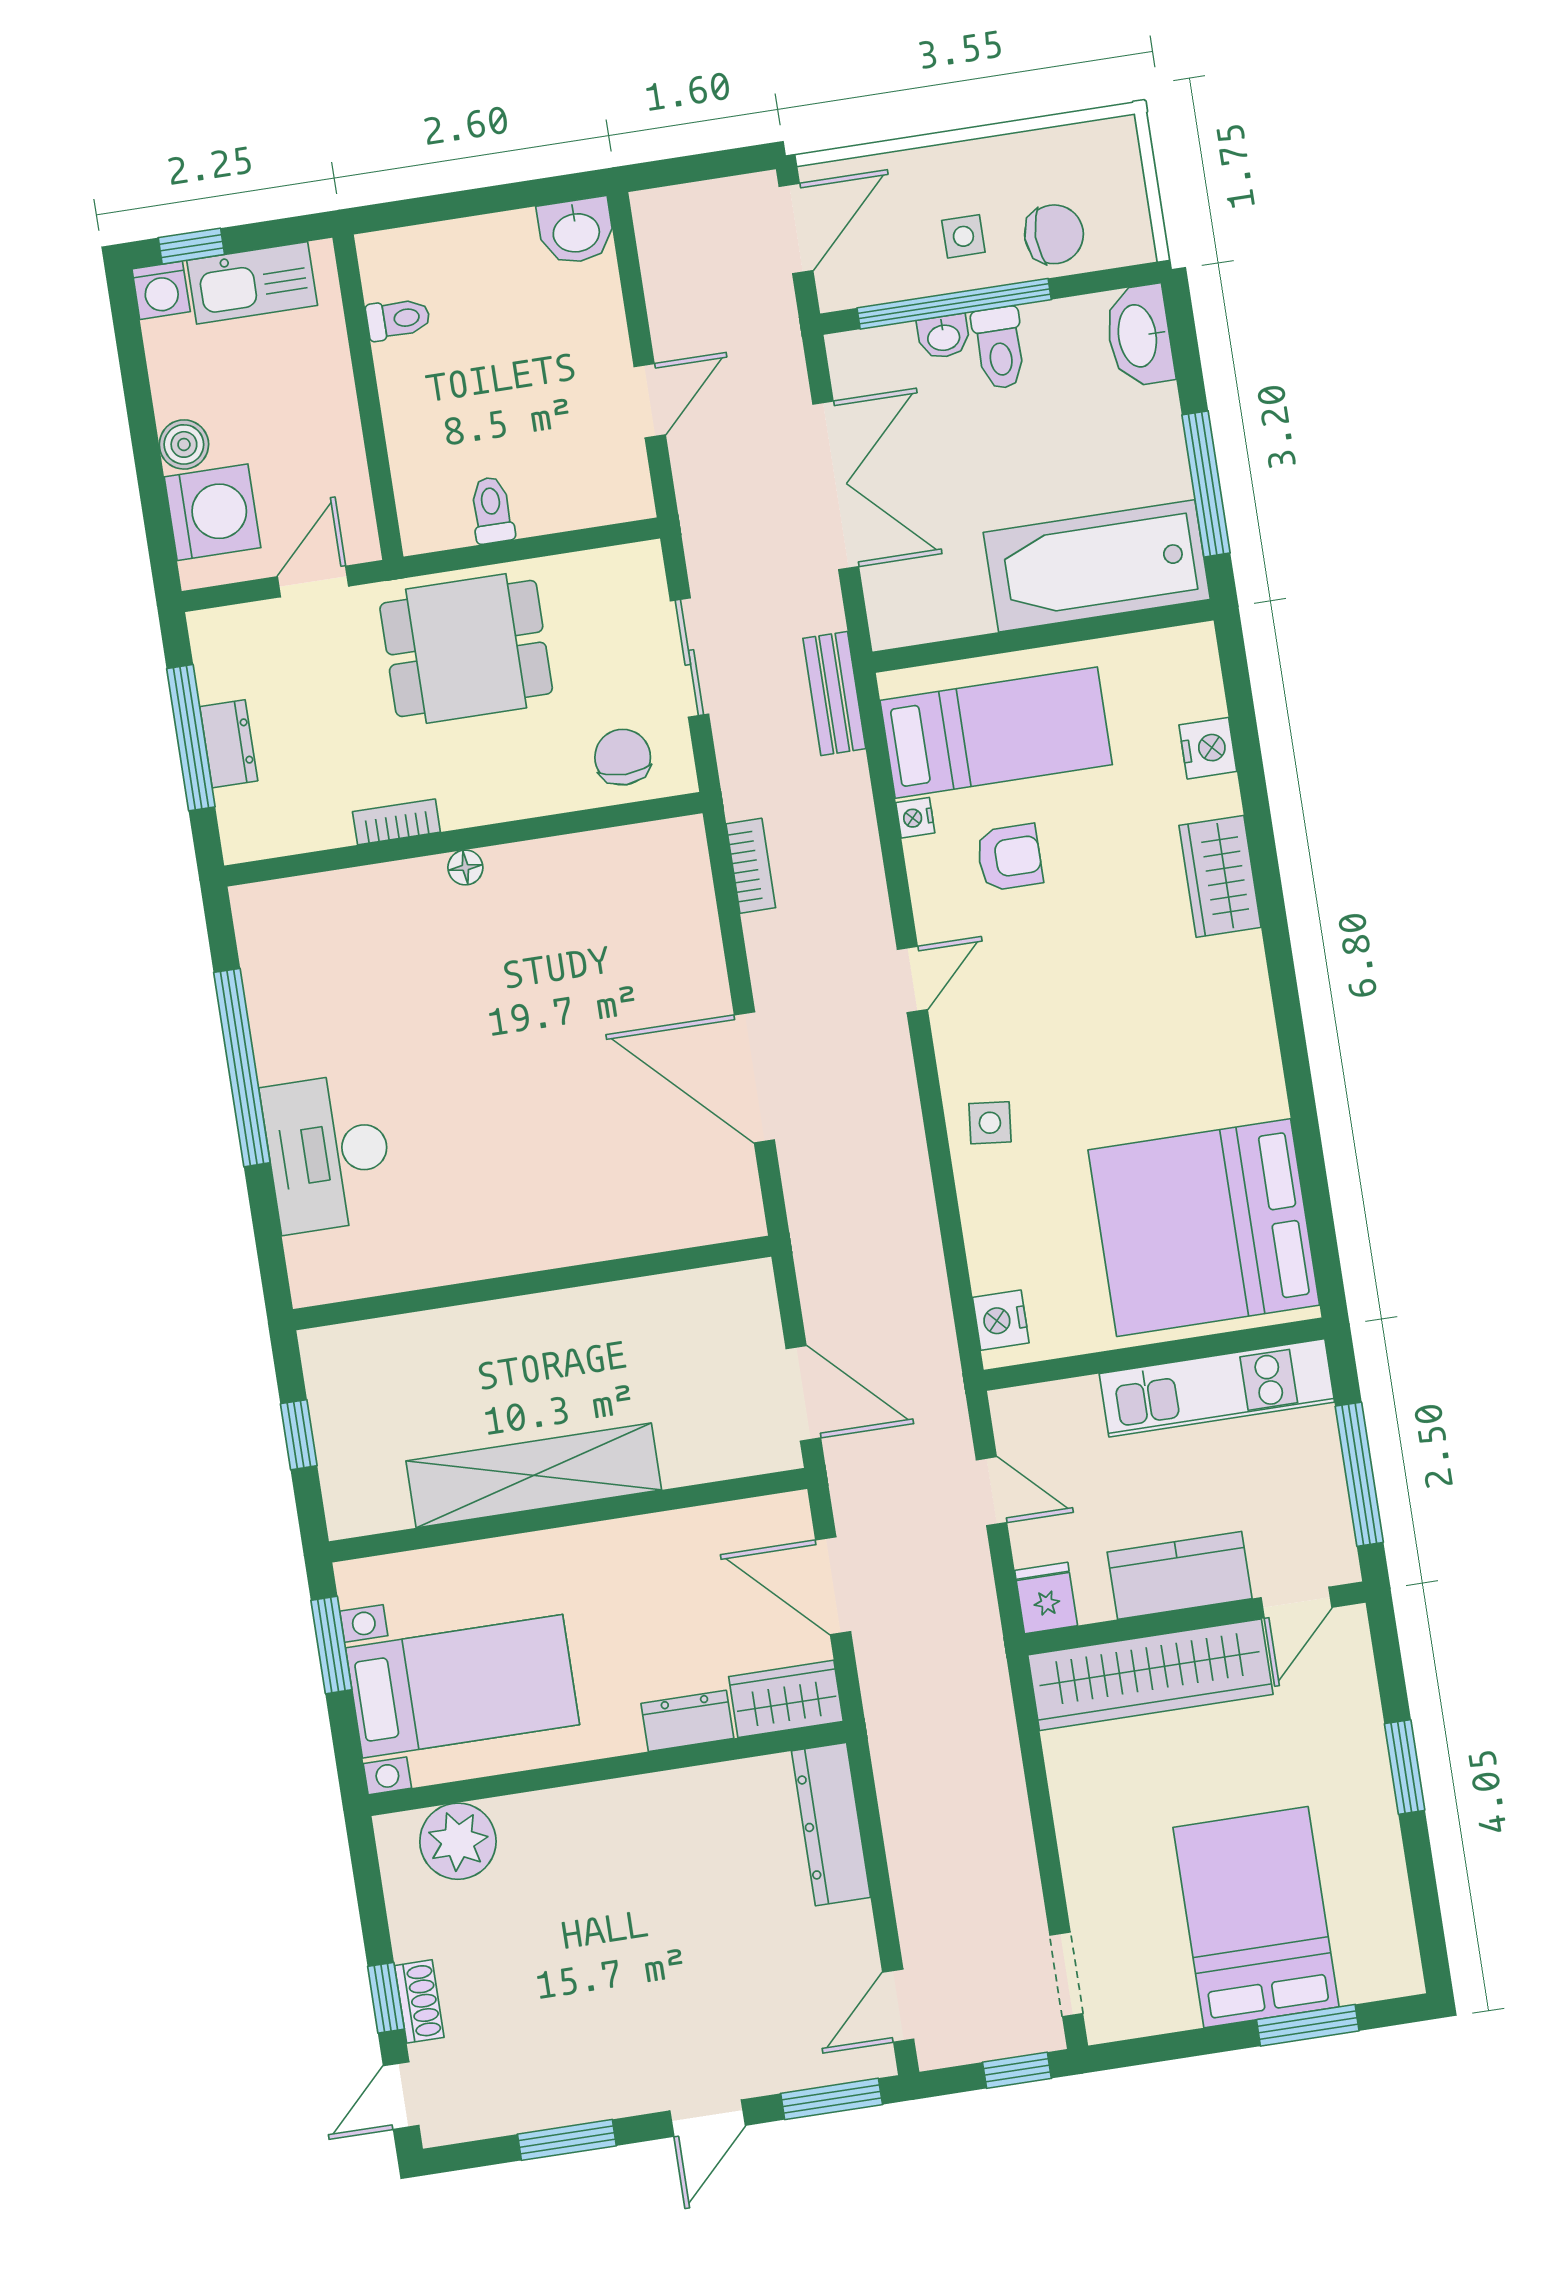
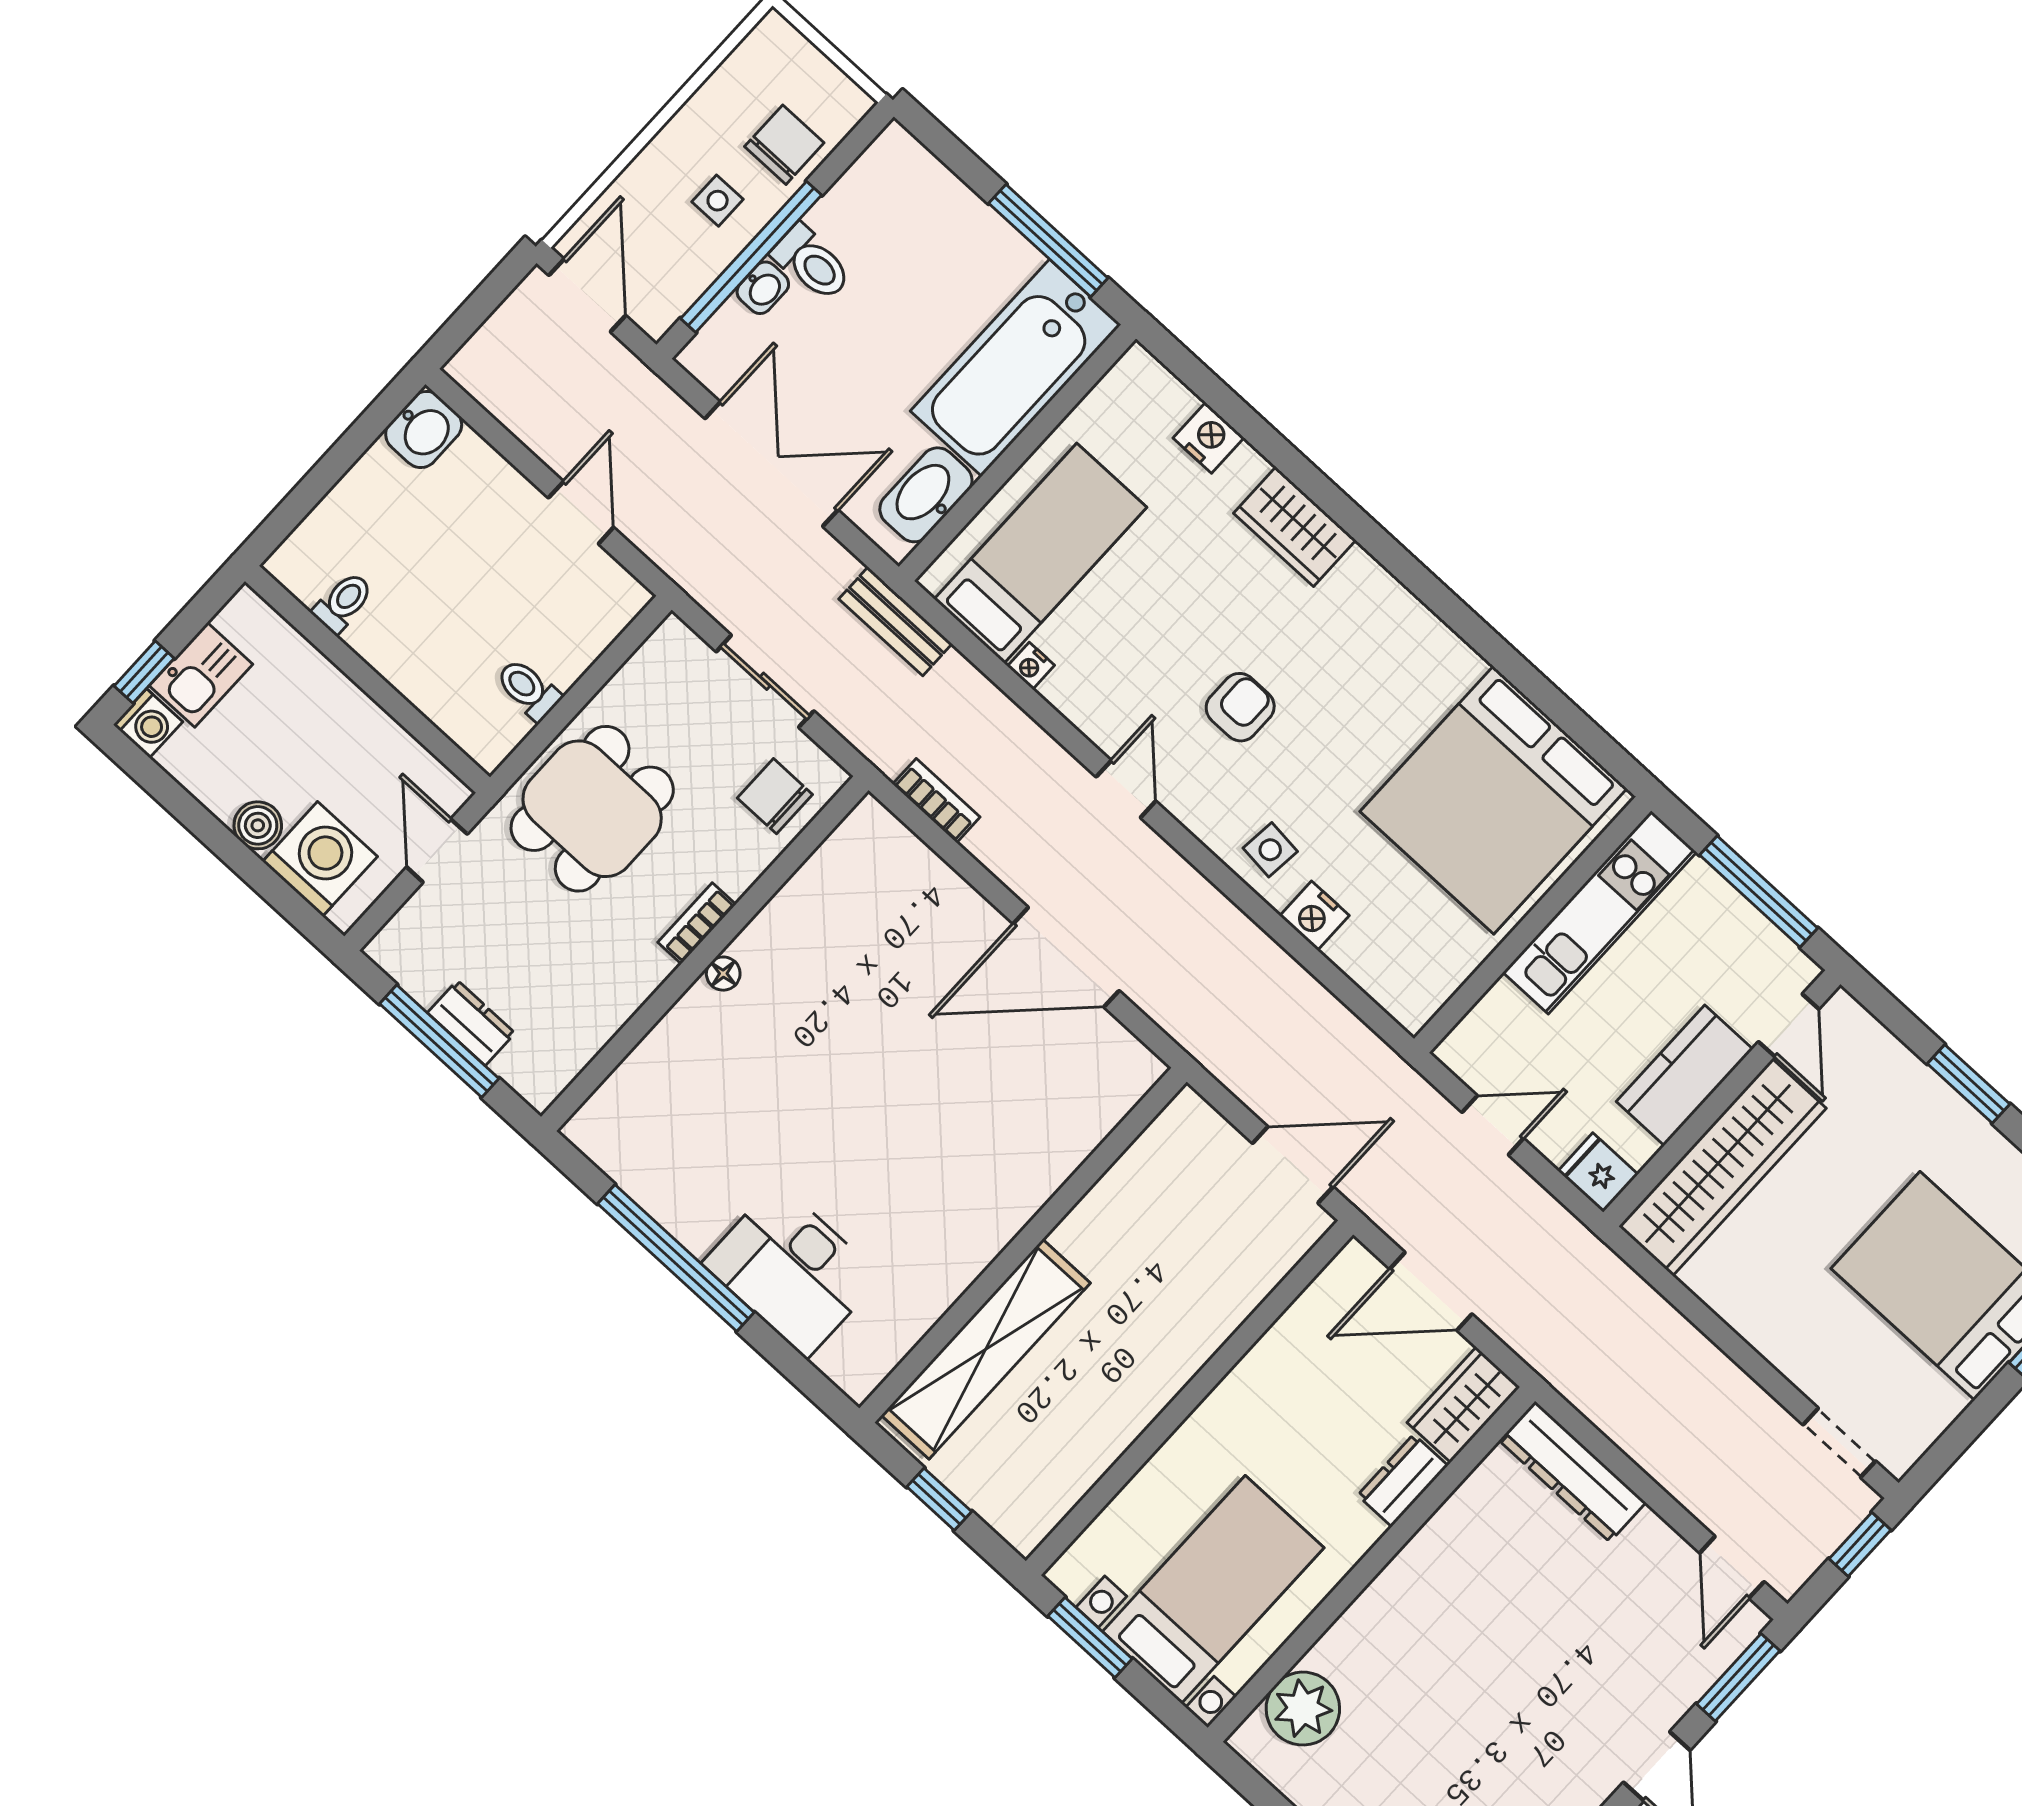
kitchen sink: (252, 283) -> (201, 675), width x0.73
washbasin: (1139, 336) -> (926, 495), moved, turned 90
bookcase: (396, 822) -> (697, 923), moved
armchair: (1009, 857) -> (1240, 707), moved
nightstand: (1001, 1320) -> (1314, 916), moved
shelving: (534, 1475) -> (986, 1349), moved

